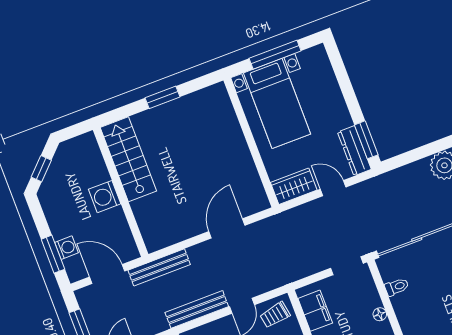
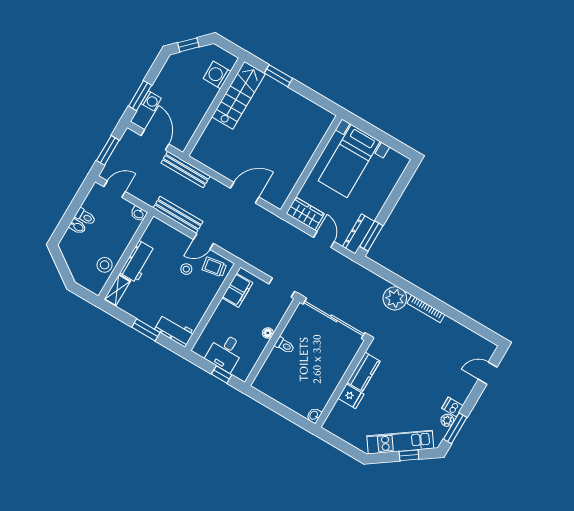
window: (275, 55) -> (379, 135), removed
window: (162, 97) -> (278, 76), moved
washing machine: (105, 197) -> (217, 75), moved
toilet: (397, 287) -> (285, 345), moved

